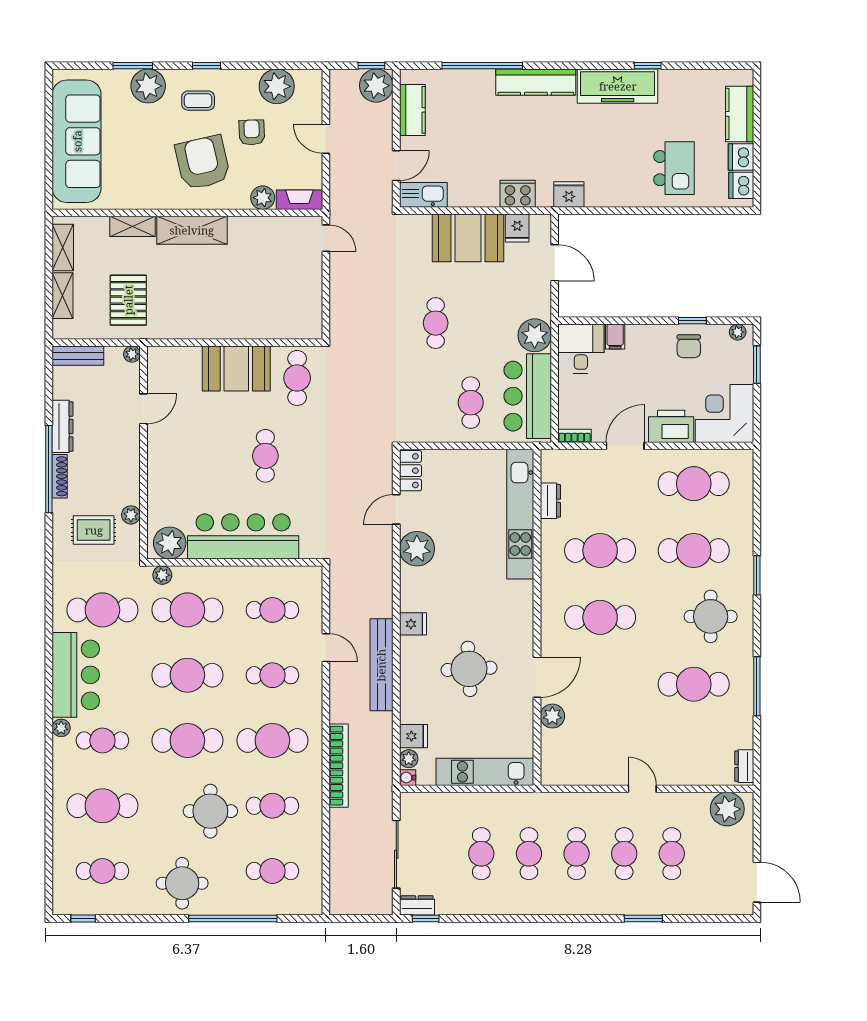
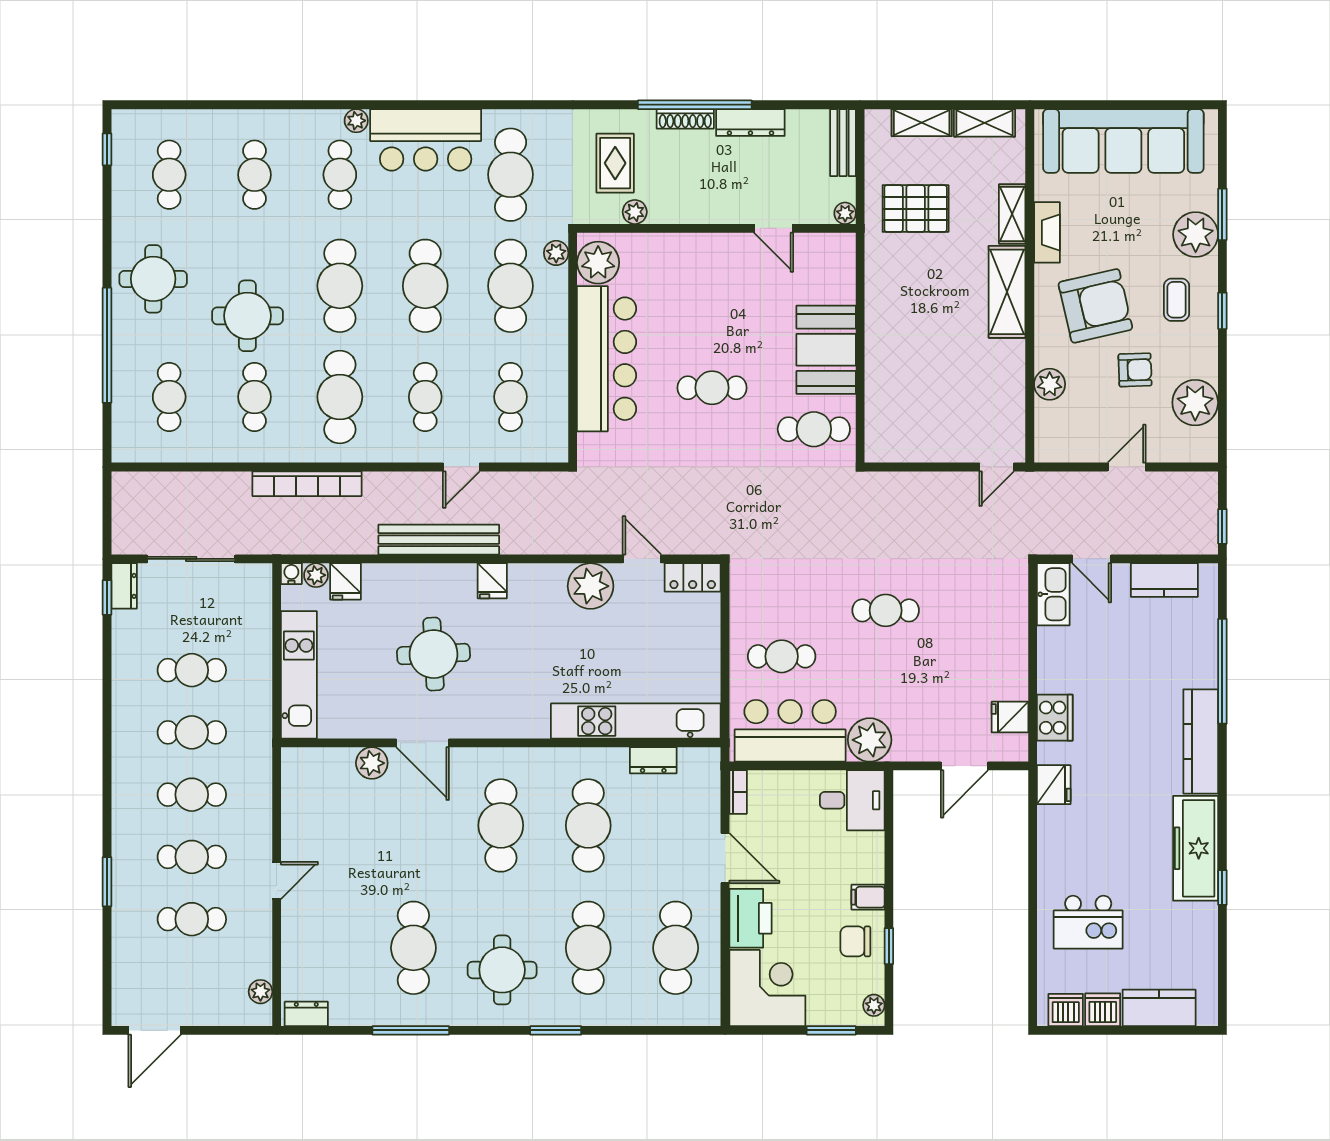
plant: (376, 86) -> (1196, 533), removed
fireplace: (299, 200) -> (1047, 232), moved
booth: (468, 238) -> (997, 653), removed
filing cabinet: (615, 337) -> (868, 897), moved
cafe table: (102, 806) -> (254, 175), width x0.73, depth x0.74
plant: (727, 809) -> (260, 992), width x0.53, depth x0.53

